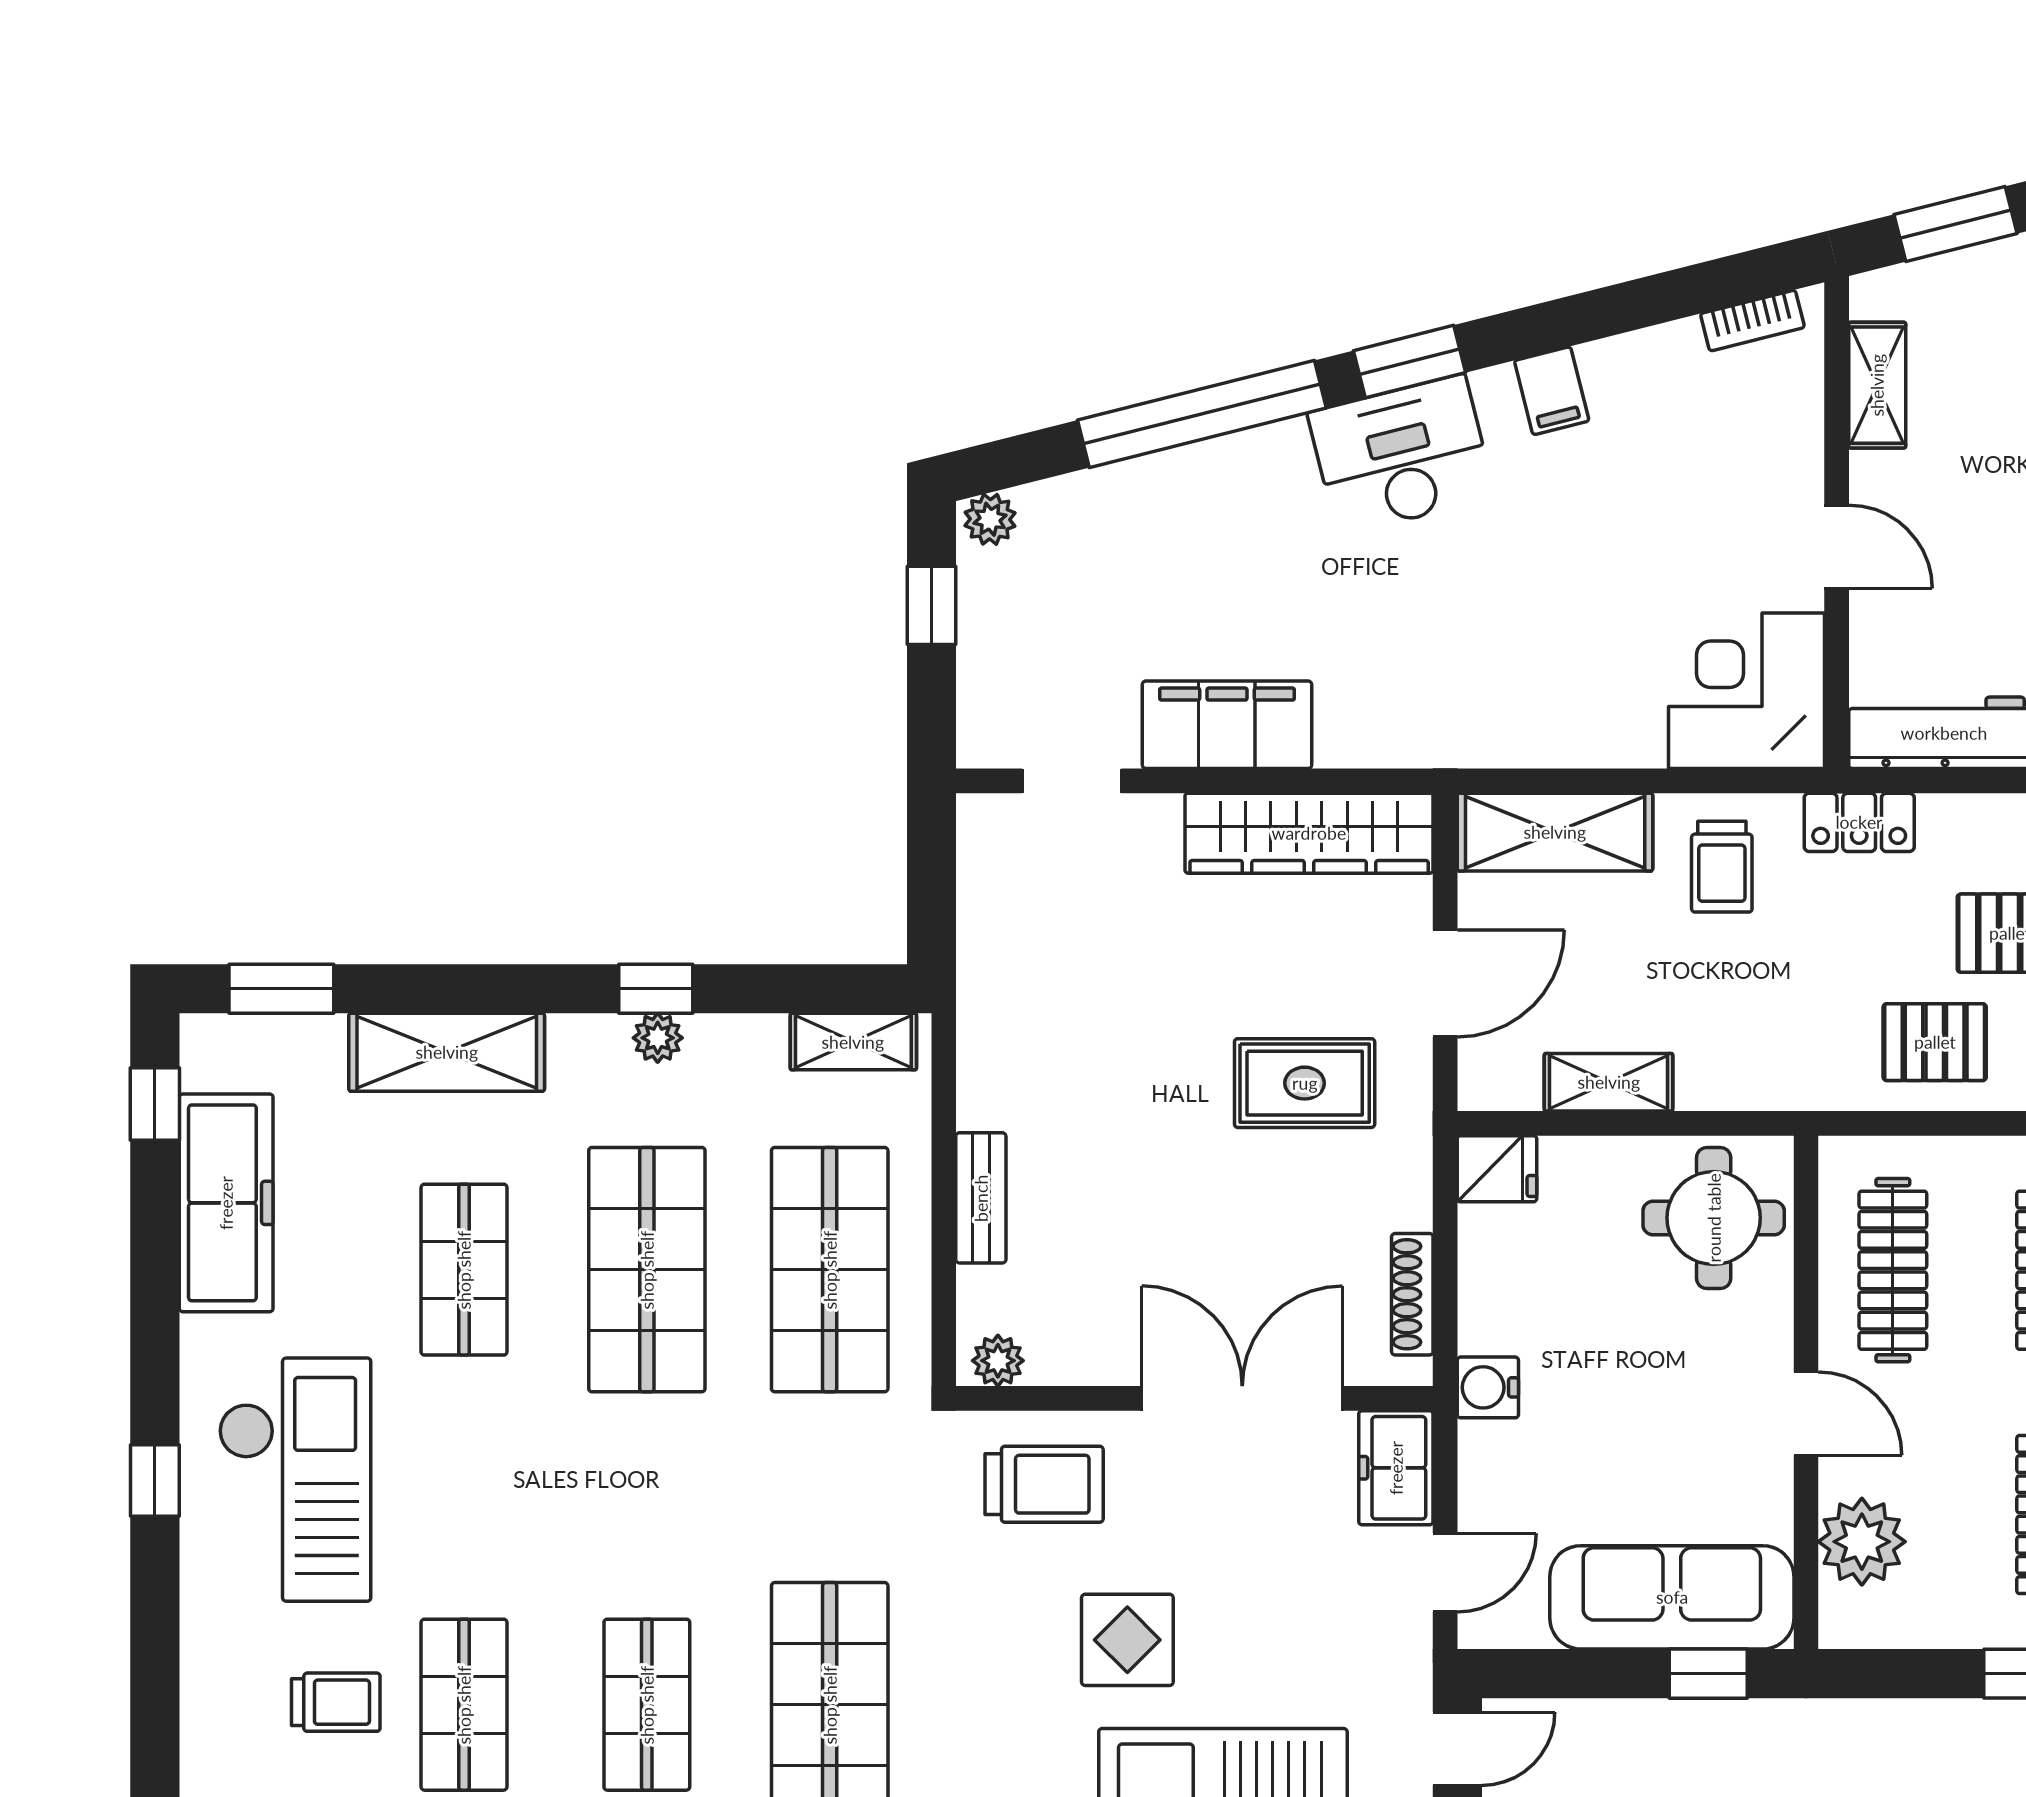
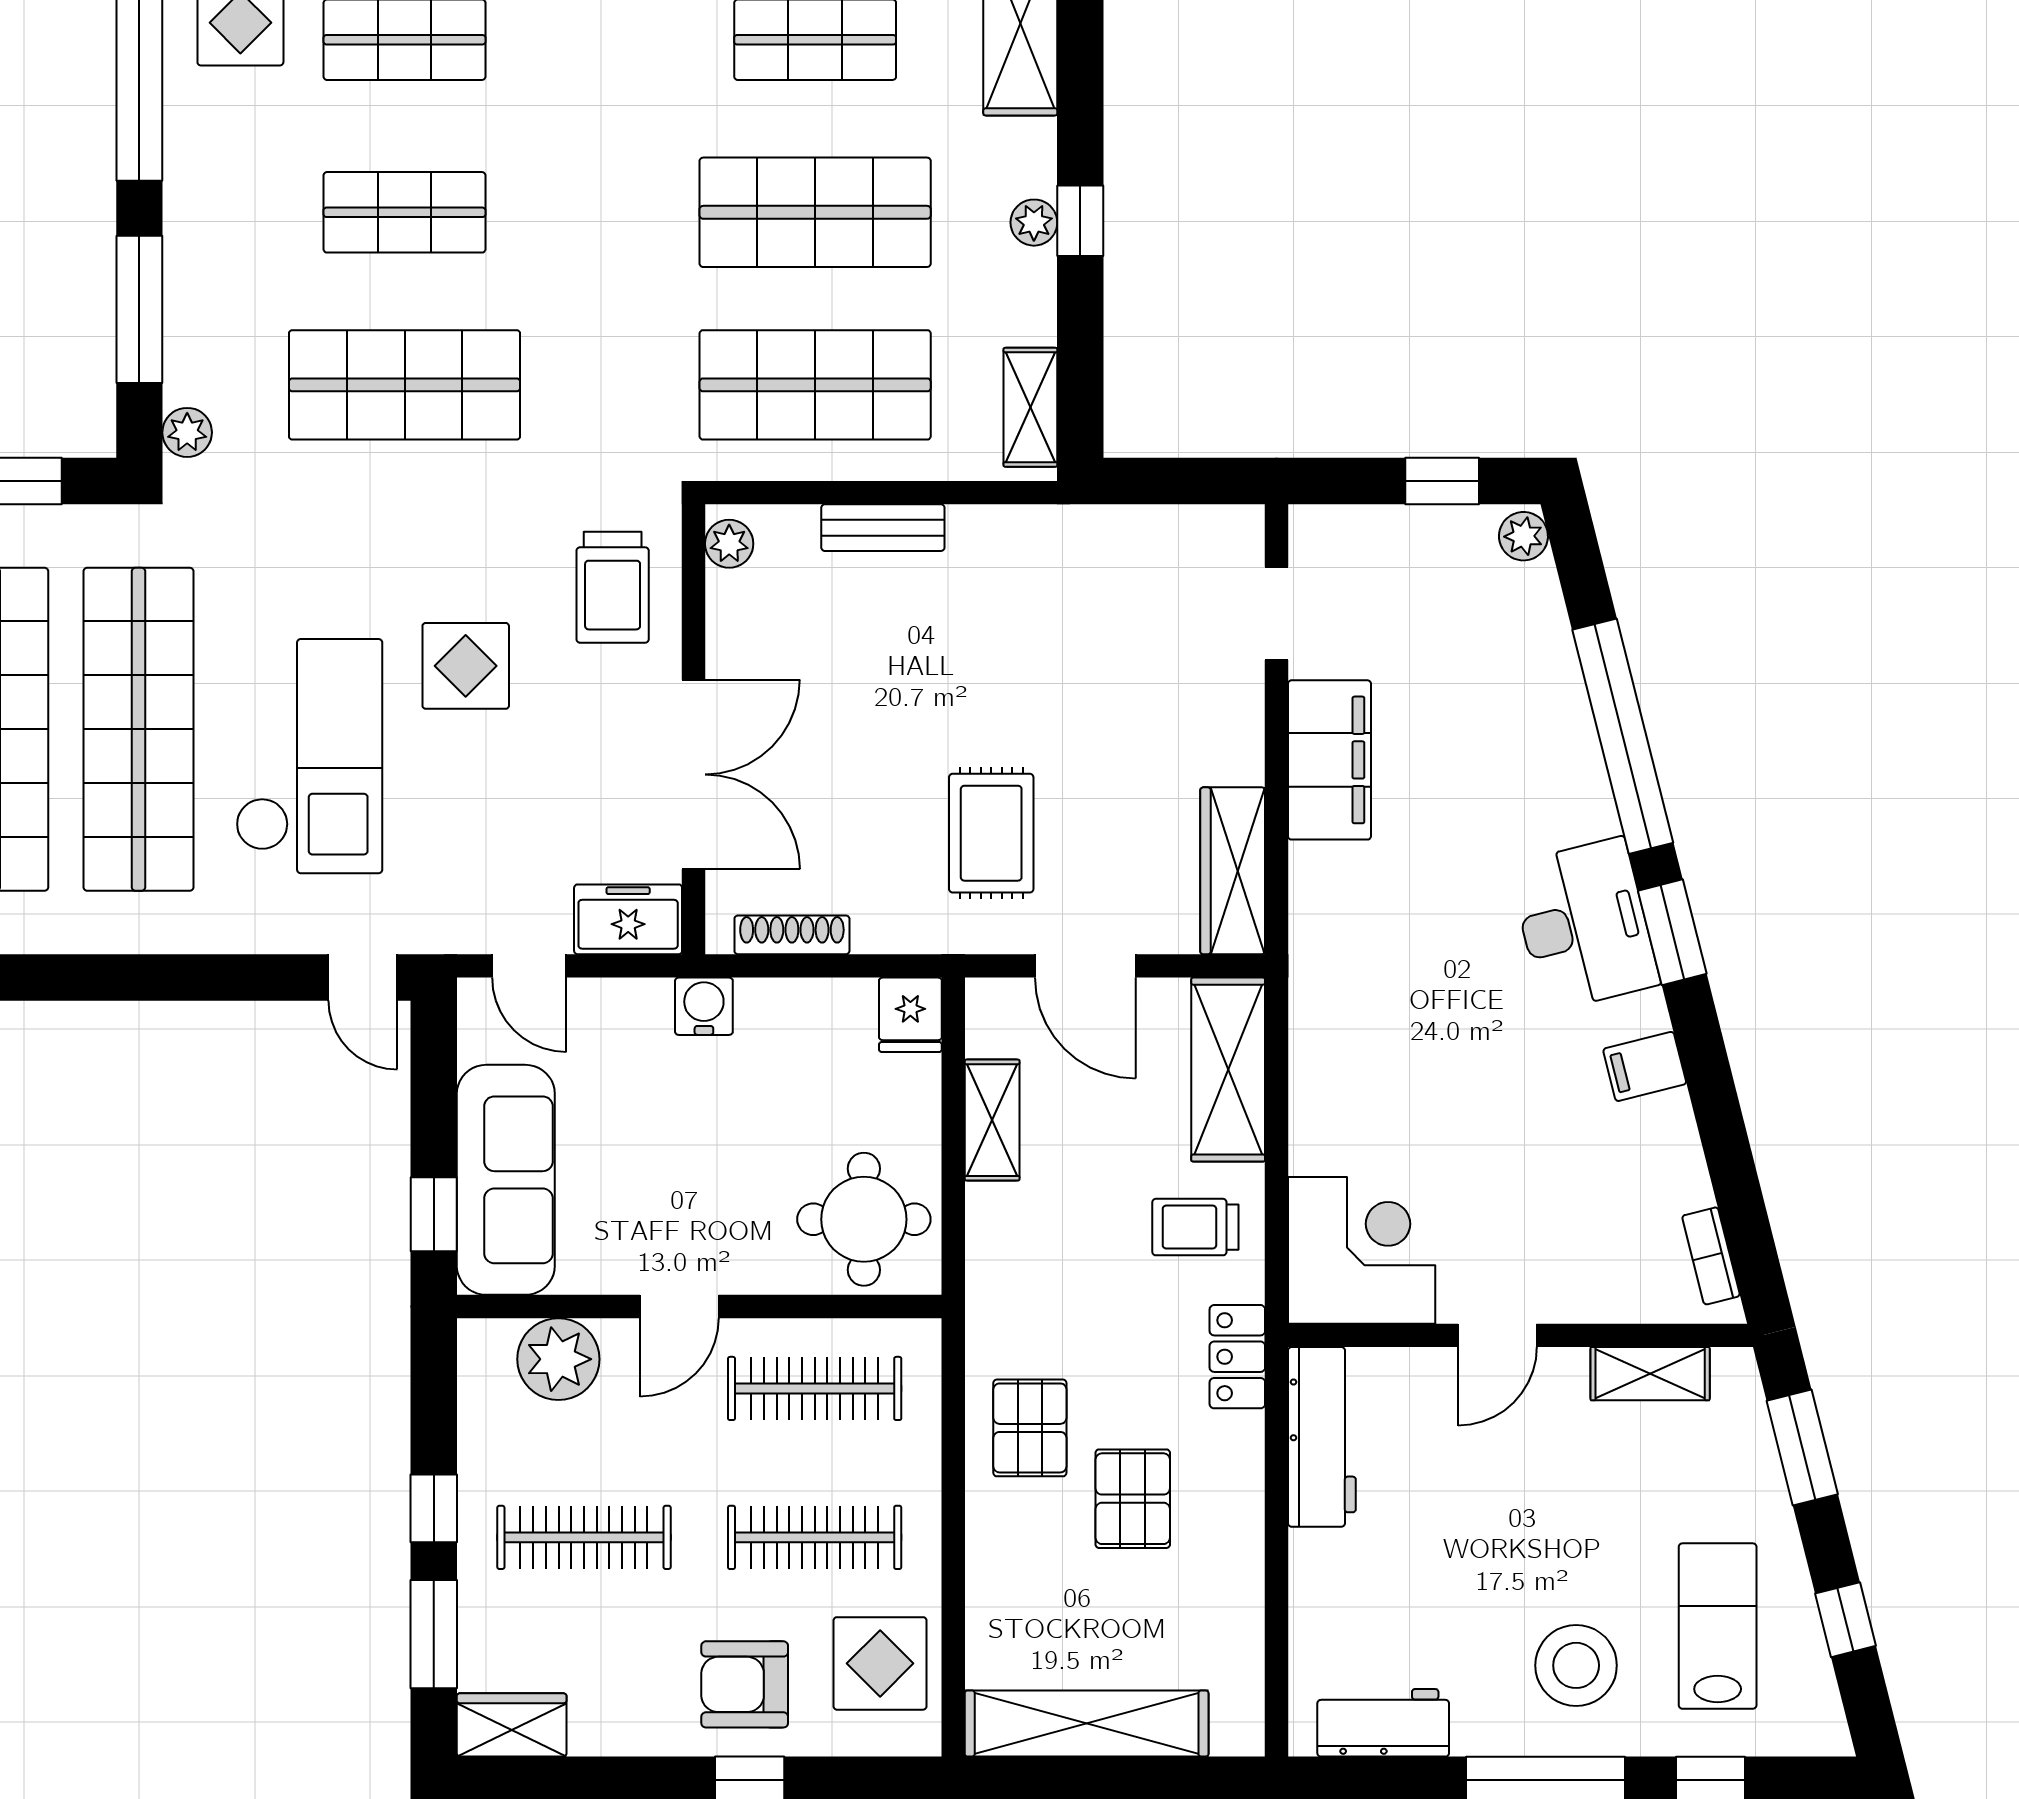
wardrobe: (1309, 833) -> (1233, 871), width x0.71, depth x0.85

